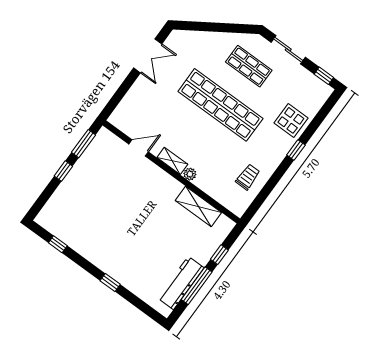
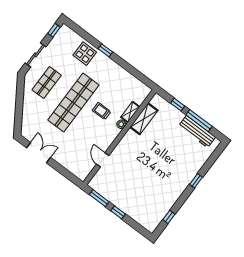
shelving: (172, 161) -> (130, 112), moved
trolley: (248, 177) -> (102, 111), moved

